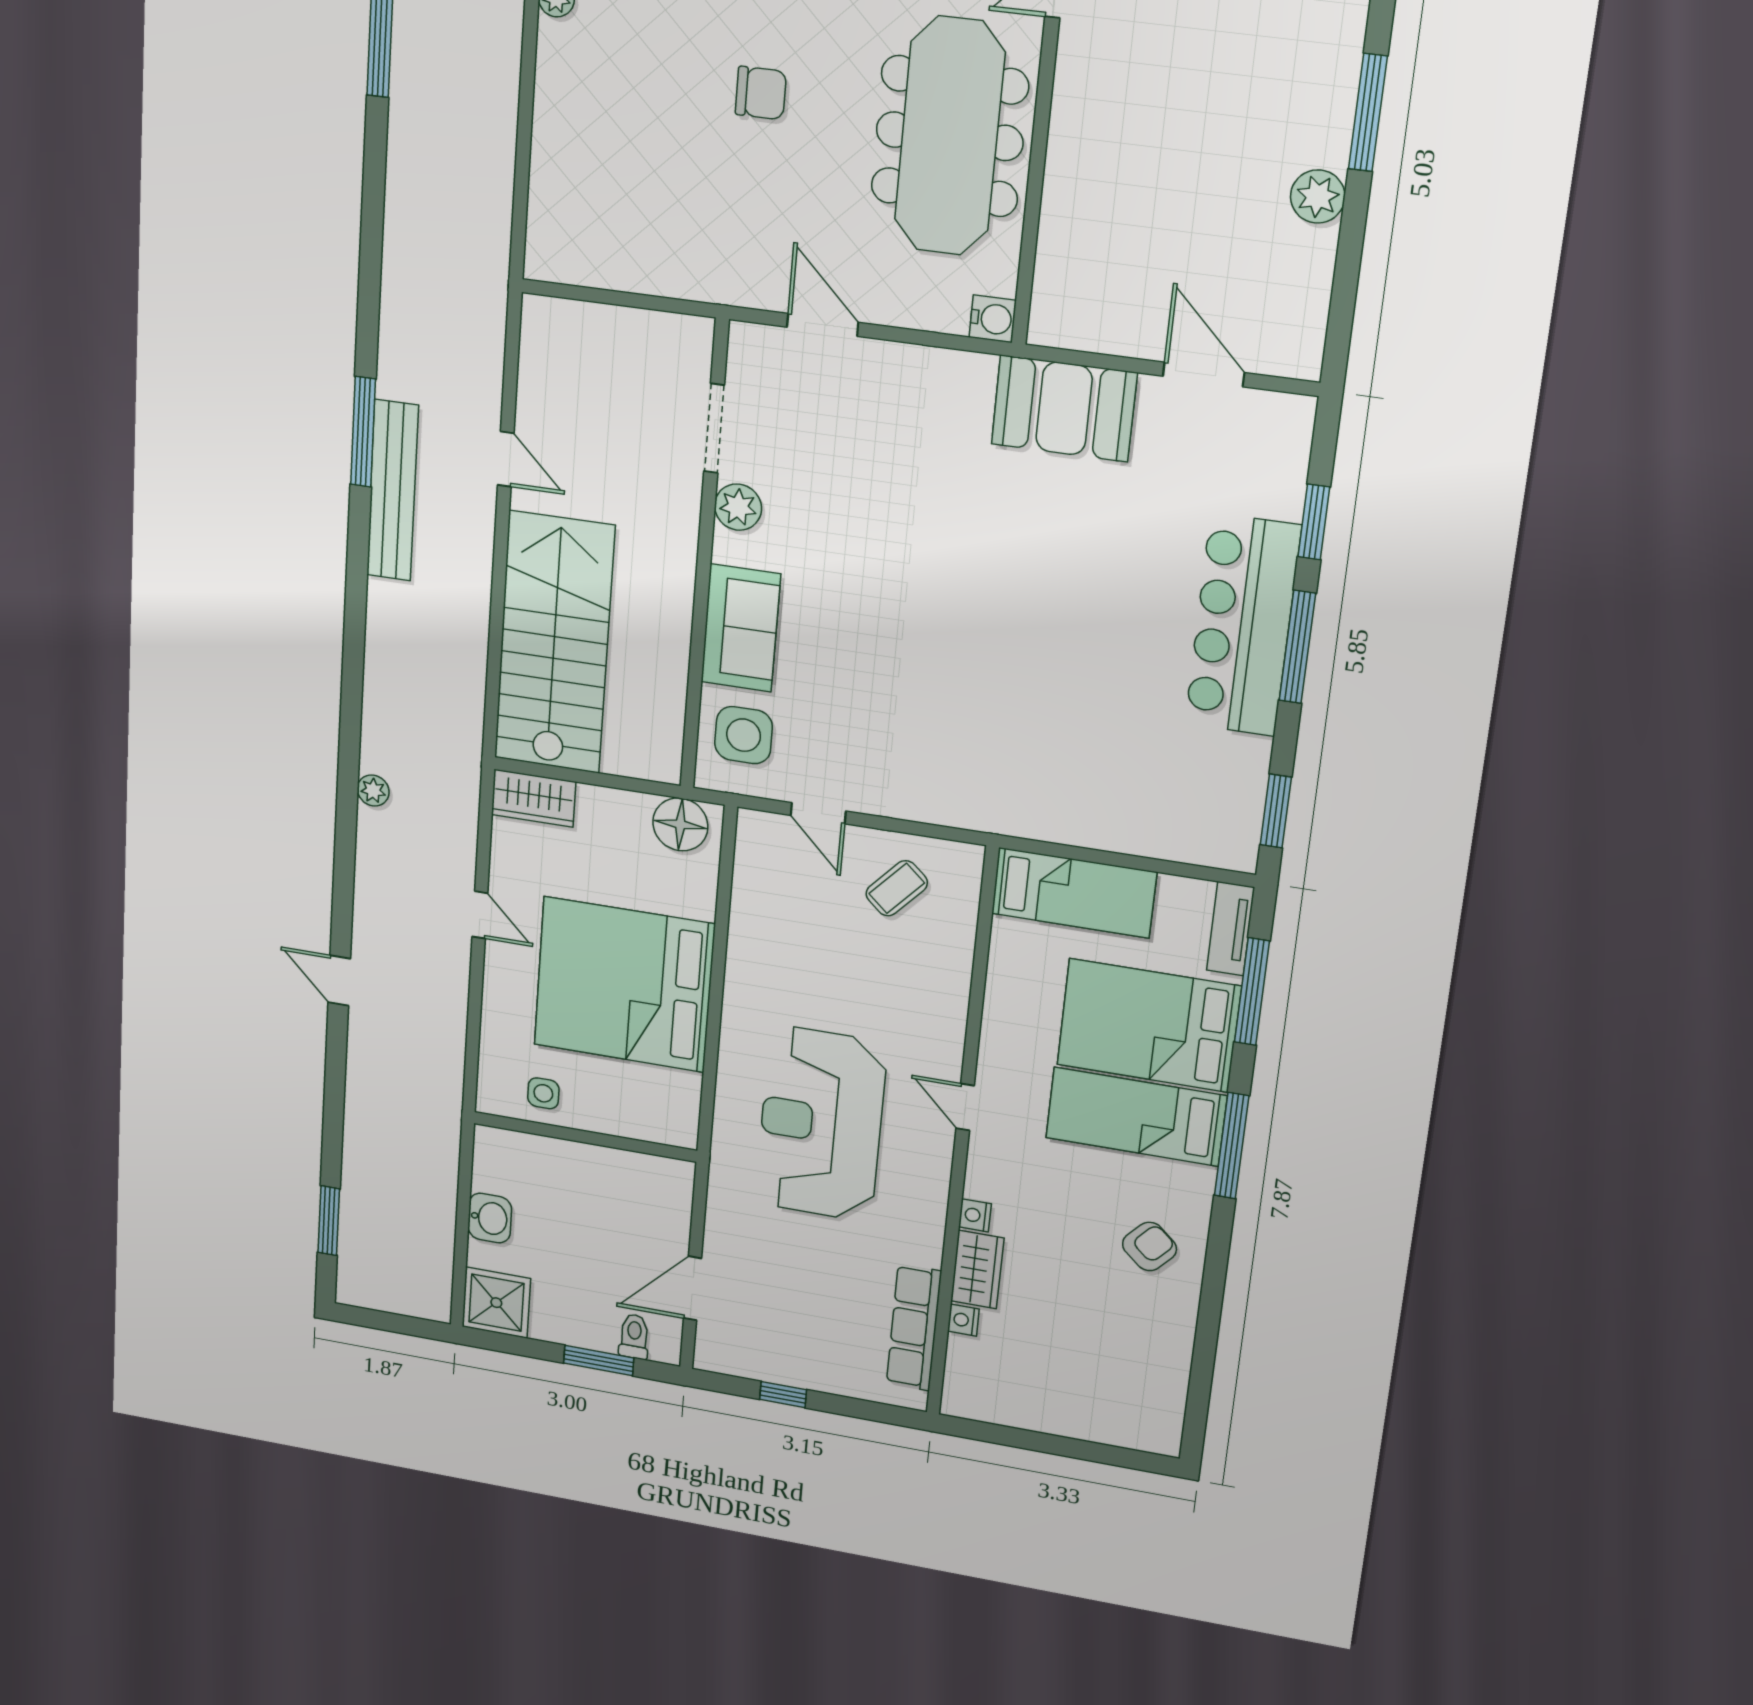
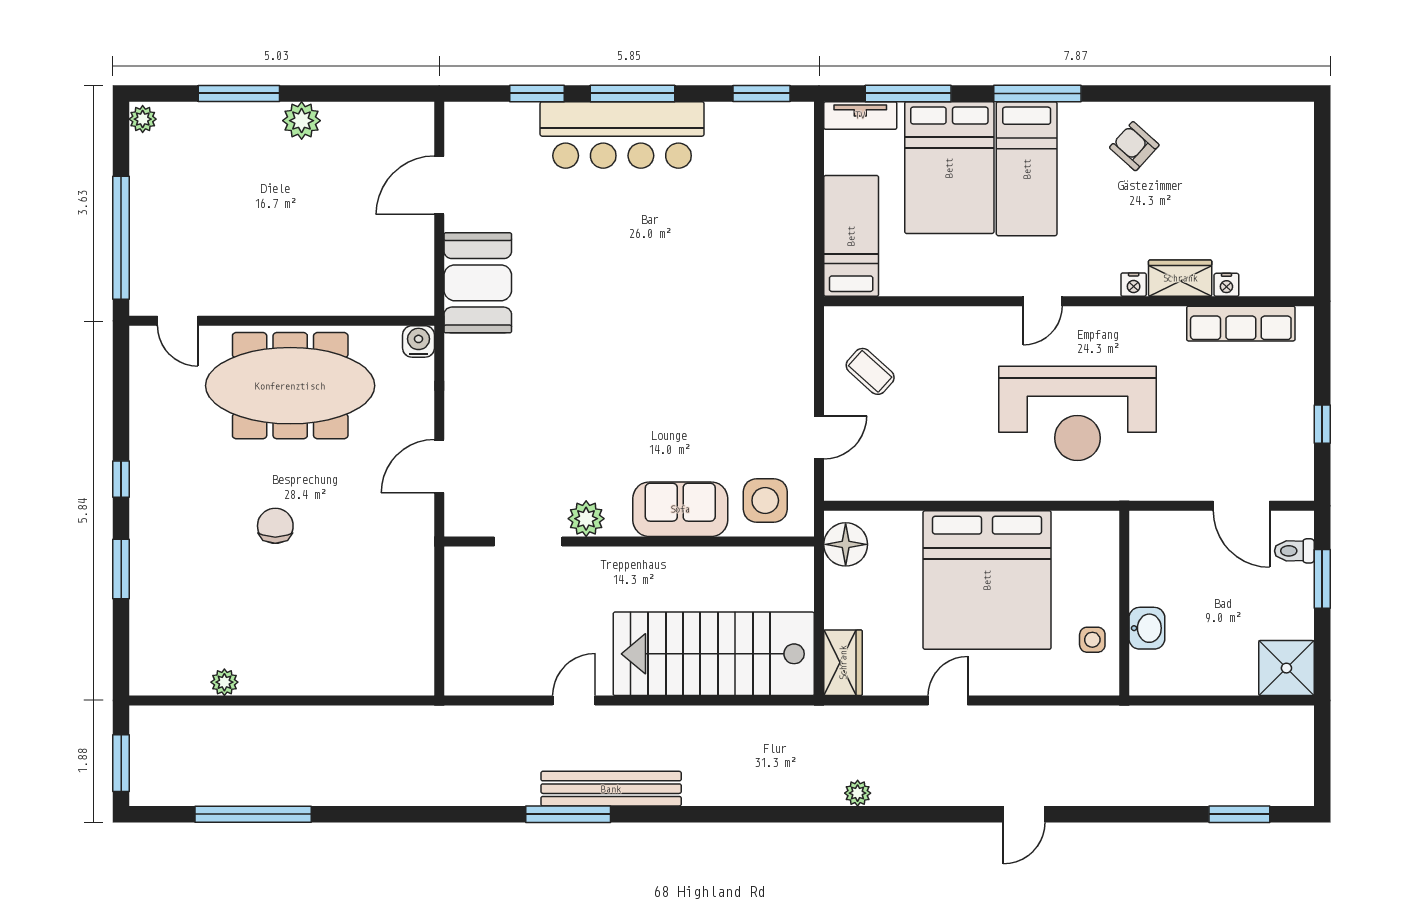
washbasin: (490, 1218) -> (1147, 628), moved, turned 90

